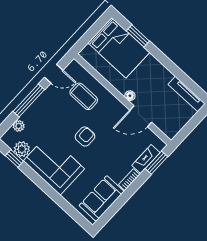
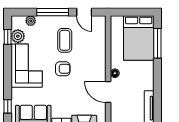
window: (138, 36) -> (157, 43), width x1.44
coffee table: (84, 96) -> (65, 40), moved
window: (74, 213) -> (8, 106), added

